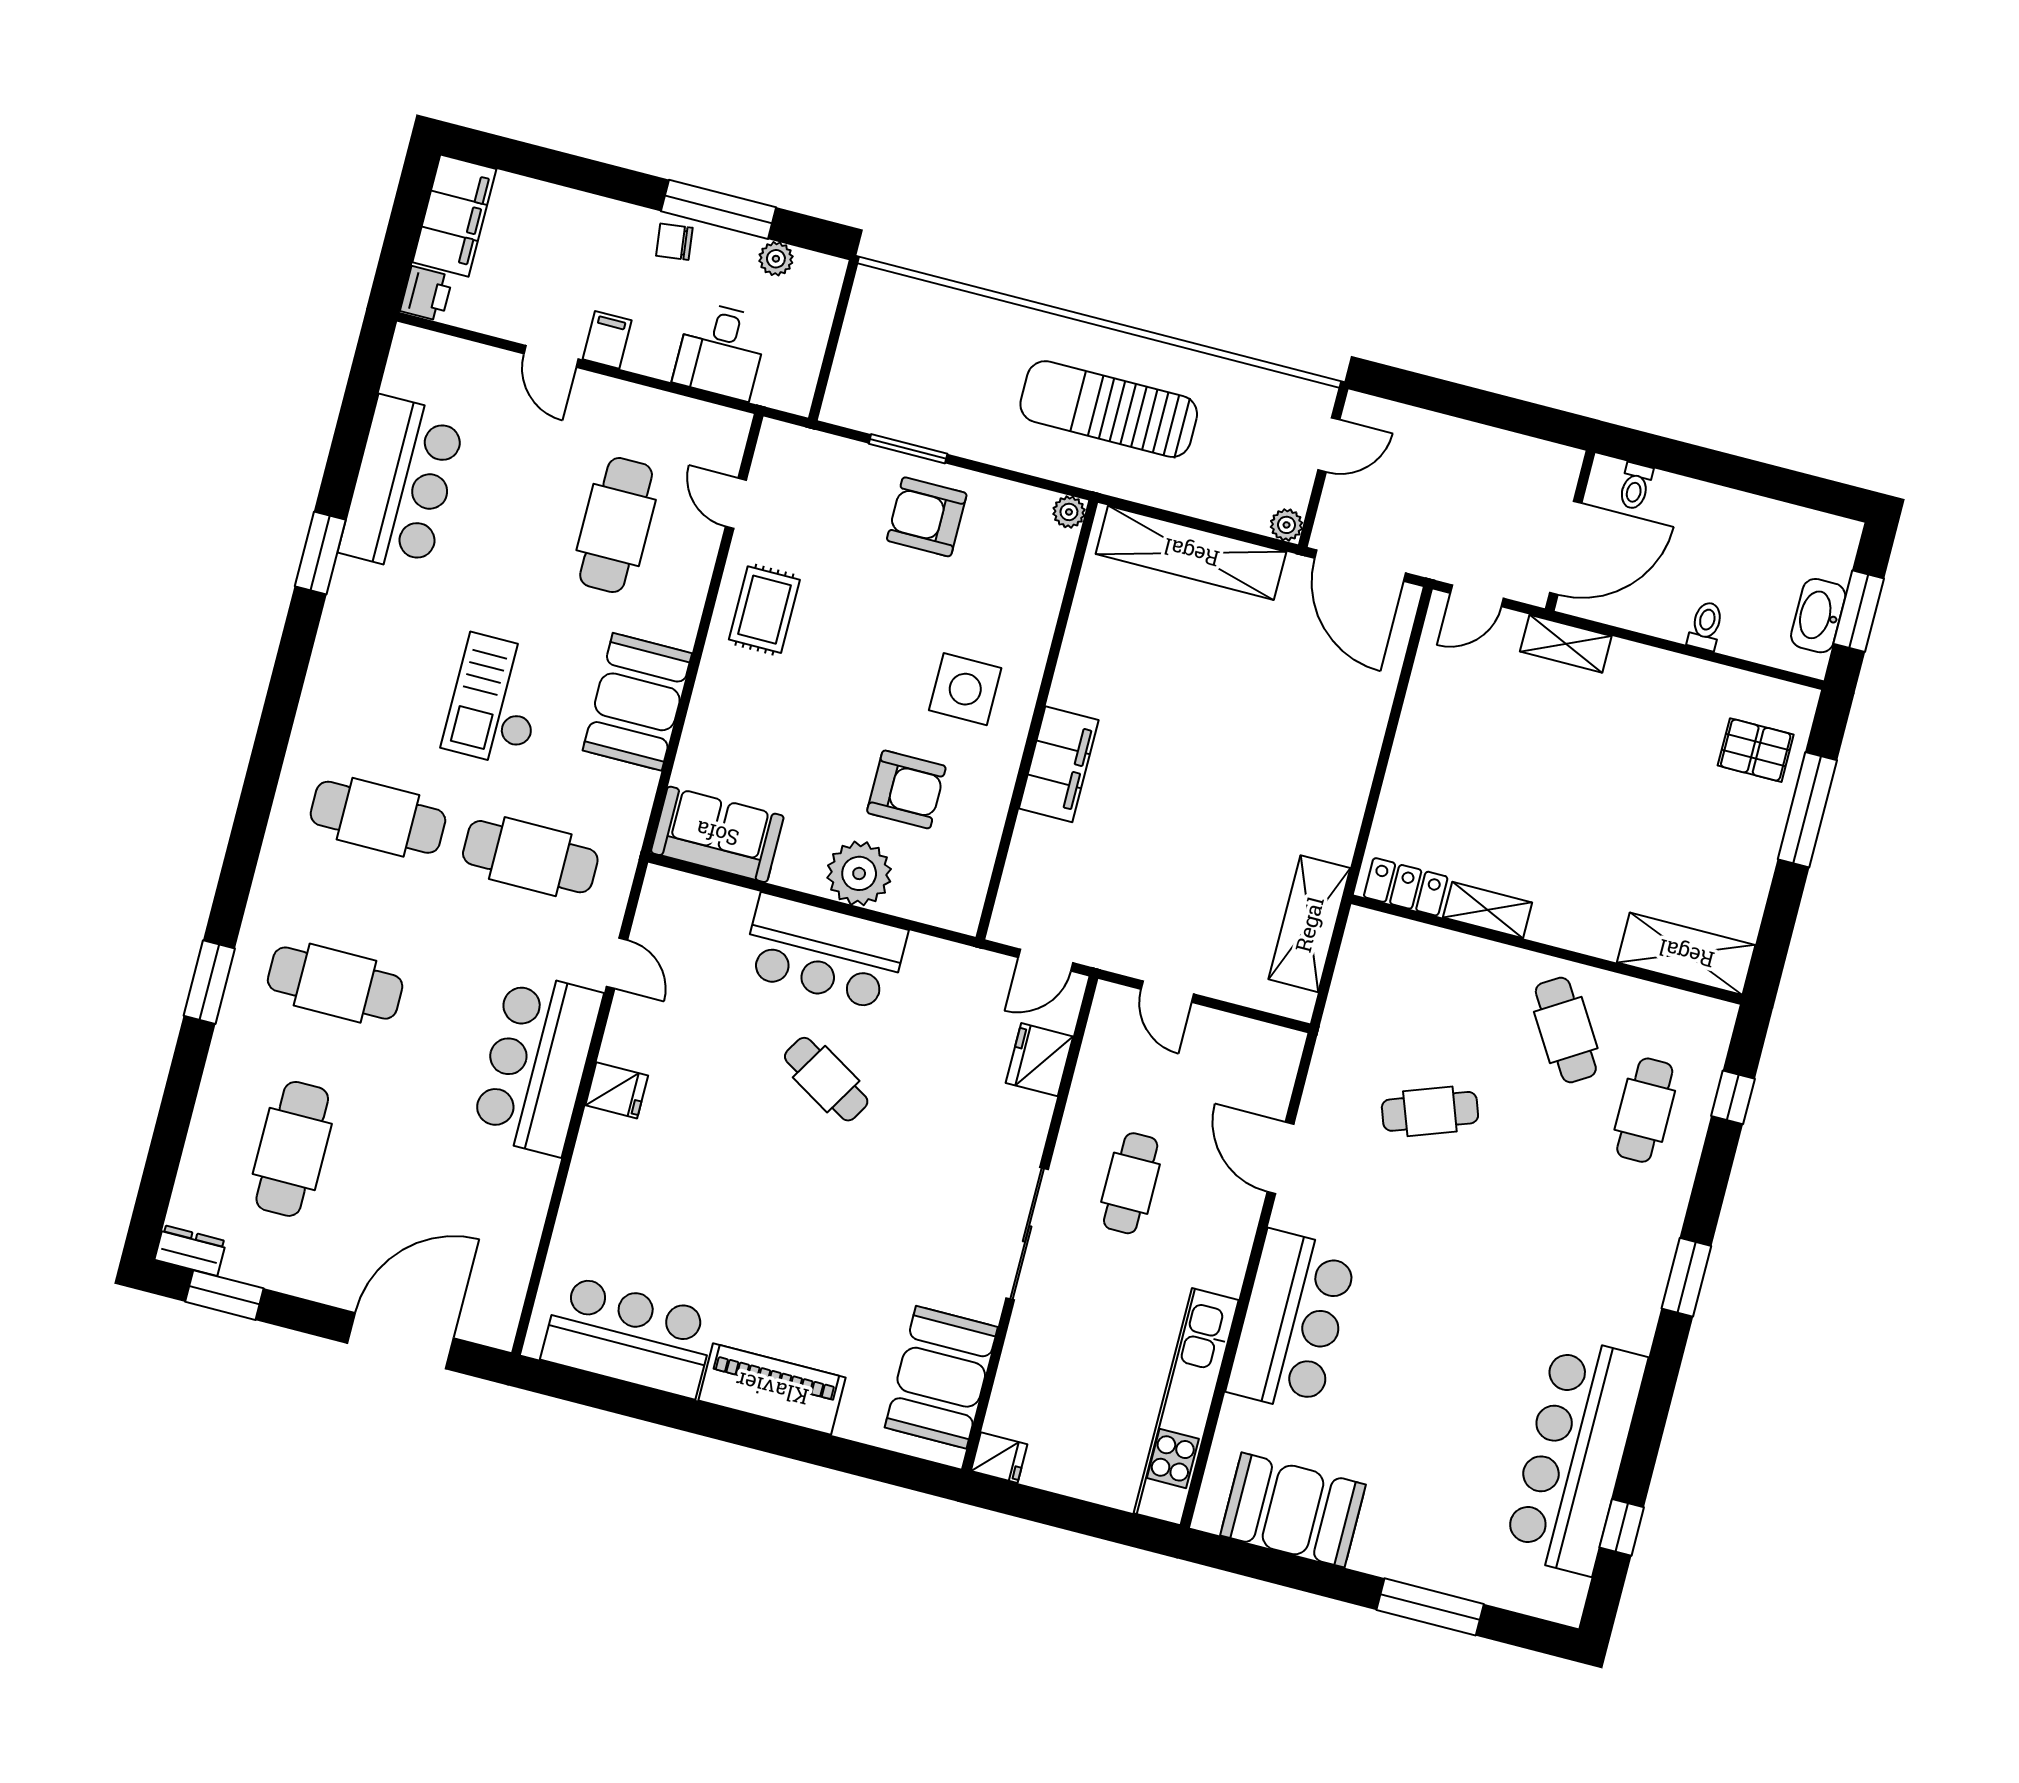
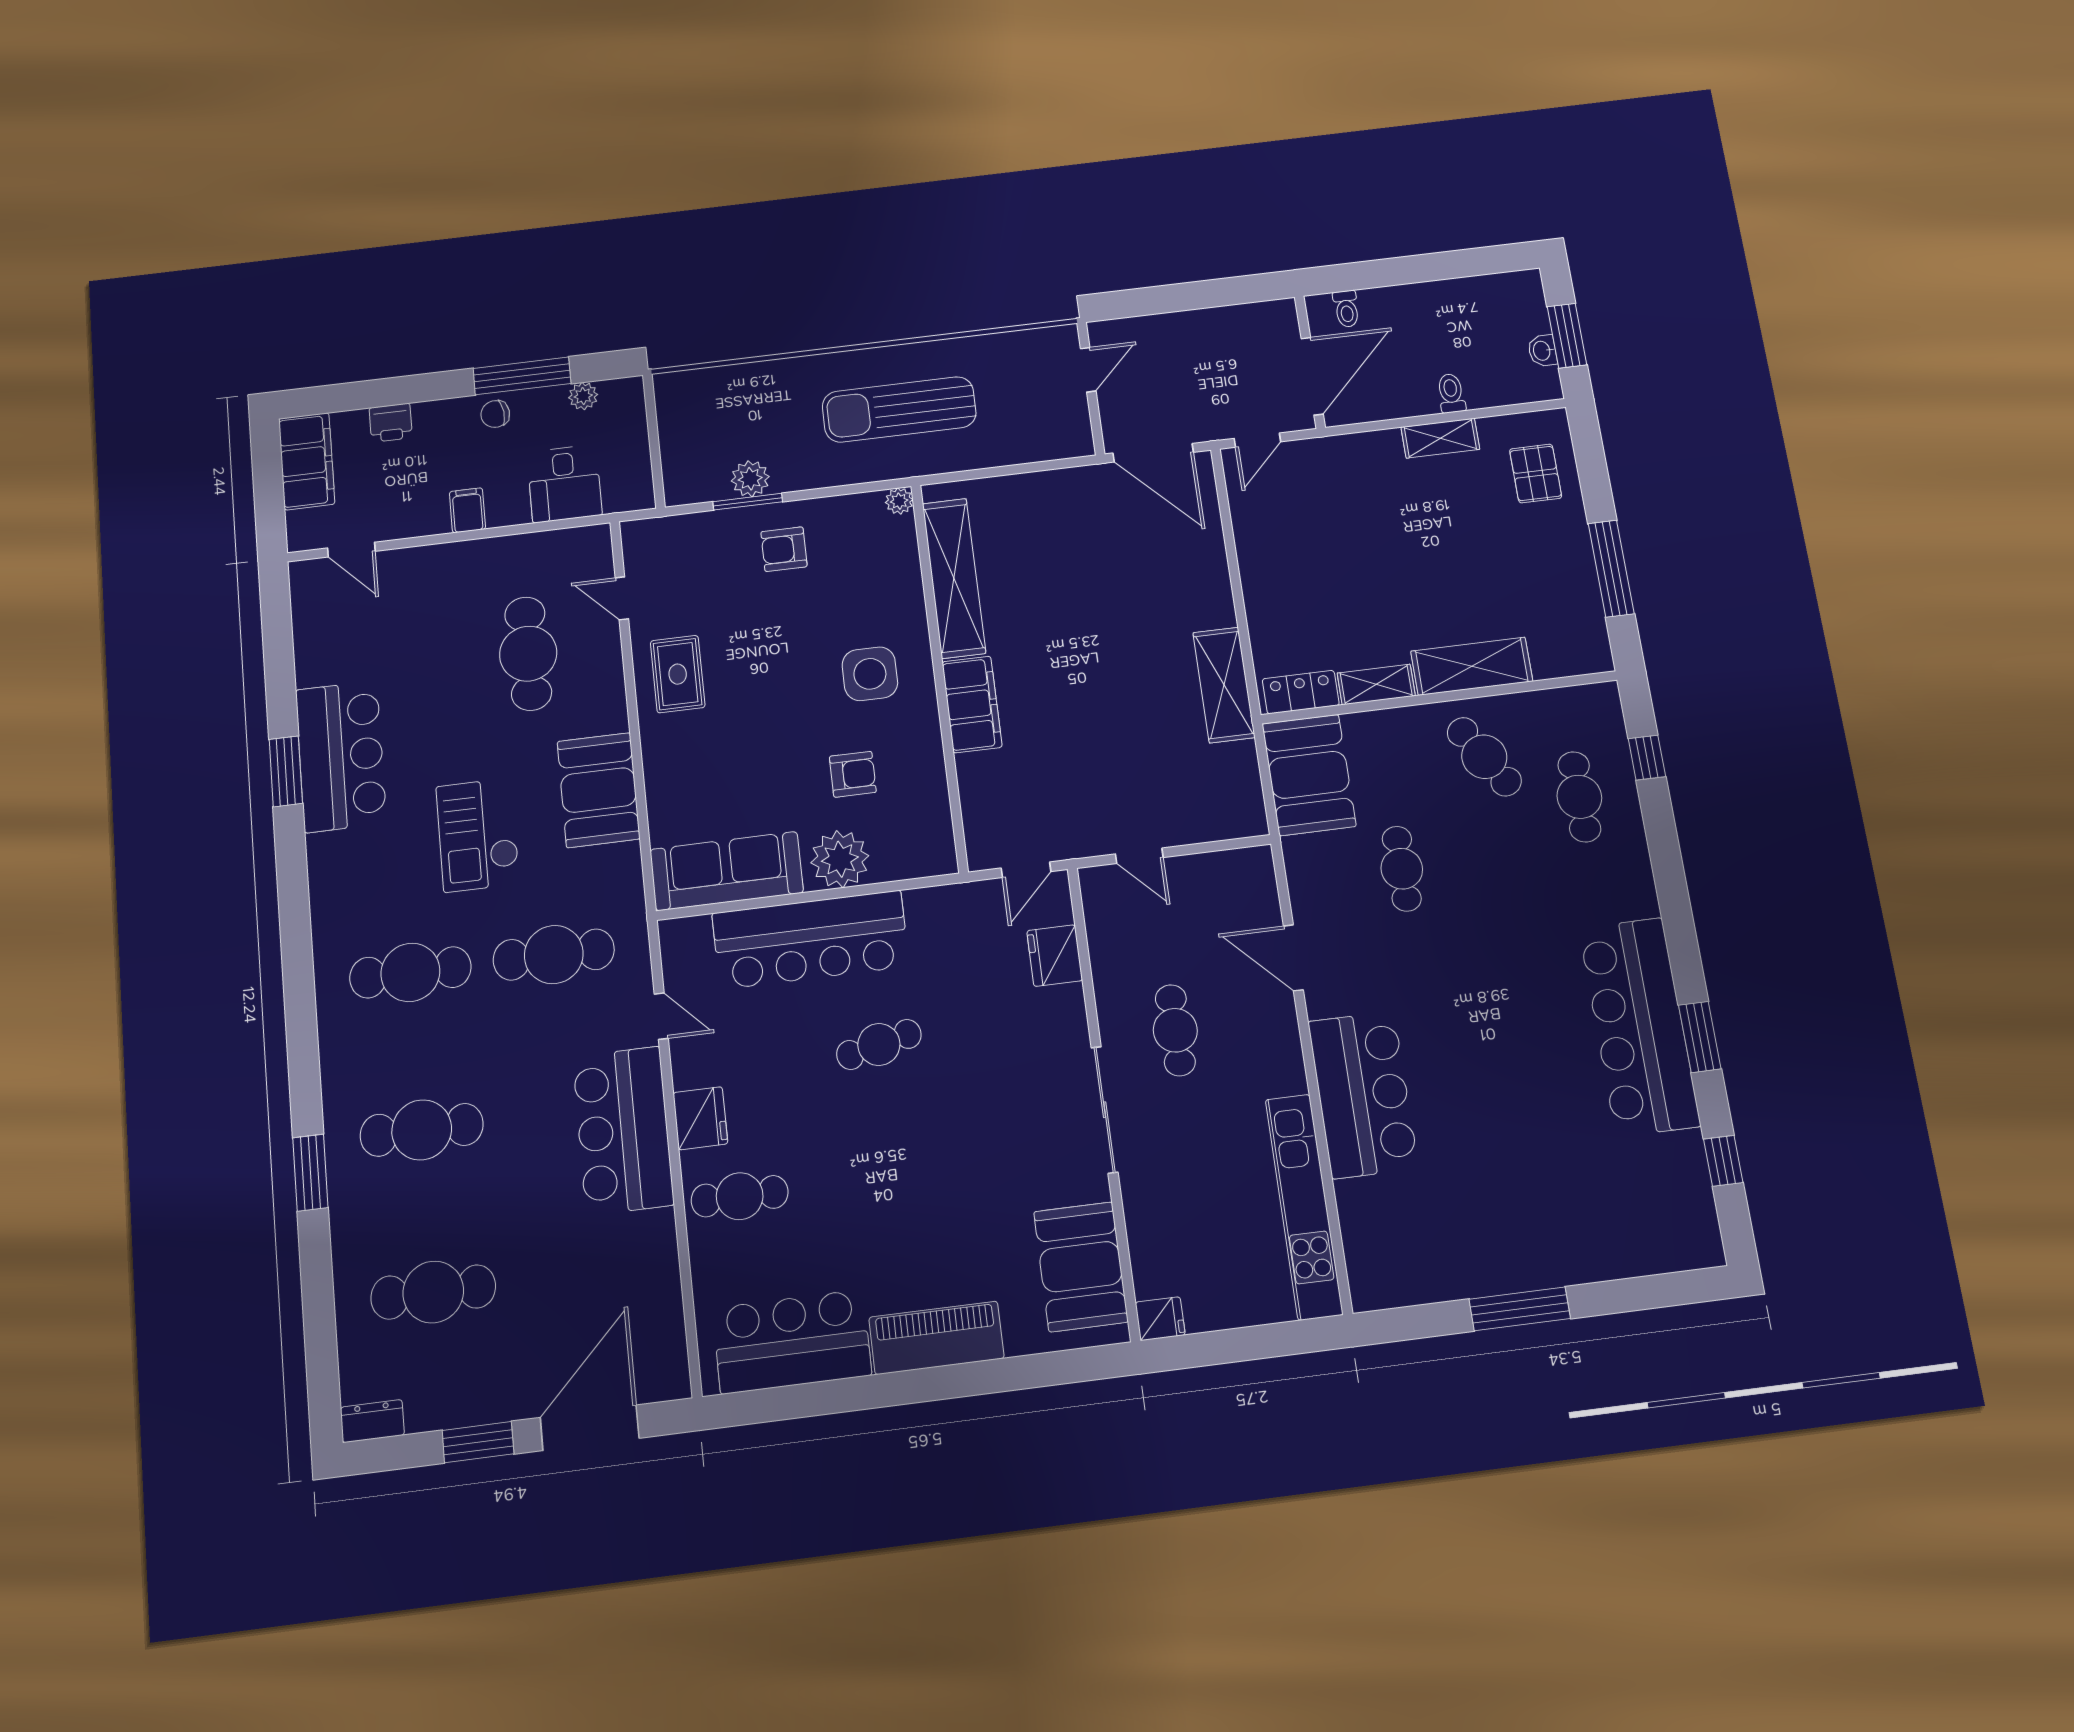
printer: (426, 294) -> (391, 423), moved, turned 90
door: (551, 356) -> (351, 550), moved
bar counter: (402, 484) -> (341, 756), moved
armchair: (927, 517) -> (784, 549), width x0.72, depth x0.72
plant: (1287, 525) -> (750, 479), moved, width x1.38, depth x1.38
shelving: (1191, 553) -> (954, 578), moved, turned 90
washbasin: (1818, 616) -> (1542, 351), width x0.52, depth x0.69
shelving: (1566, 644) -> (1440, 438), moved
pallet: (1756, 750) -> (1536, 473), turned 90
armchair: (906, 789) -> (853, 774), width x0.72, depth x0.72
window: (1807, 810) -> (1611, 569), moved
sofa: (717, 834) -> (727, 871), width x1.36
shelving: (1309, 924) -> (1224, 685), moved
bar counter: (824, 952) -> (810, 940), width x1.36
shelving: (1686, 954) -> (1472, 666), moved
cafe table: (826, 1079) -> (879, 1044), turned -44
fridge: (617, 1090) -> (700, 1118), width x1.38
cafe table: (1430, 1111) -> (1402, 869), turned -70
cafe table: (292, 1149) -> (433, 1292), turned 90
cafe table: (630, 1175) -> (740, 1196), added
window: (1686, 1277) -> (1700, 1037), moved
window: (224, 1295) -> (478, 1442), moved
bar counter: (1575, 1456) -> (1639, 1026), moved
booth: (1293, 1510) -> (1309, 775), moved, turned 90
window: (1430, 1607) -> (1520, 1309), moved

